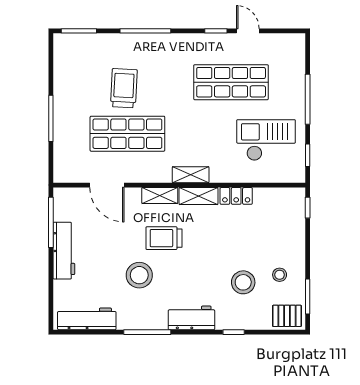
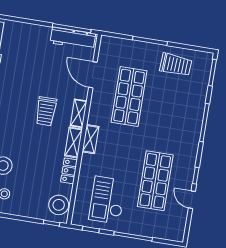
door: (248, 31) -> (192, 200), swing flipped
trolley: (124, 88) -> (176, 65), moved
checkout: (266, 140) -> (107, 200), turned 180
door: (107, 185) -> (93, 75), hinge flipped
trolley: (164, 238) -> (46, 111), turned 180
workbench: (64, 251) -> (73, 38), moved
stool: (139, 275) -> (59, 205), moved

